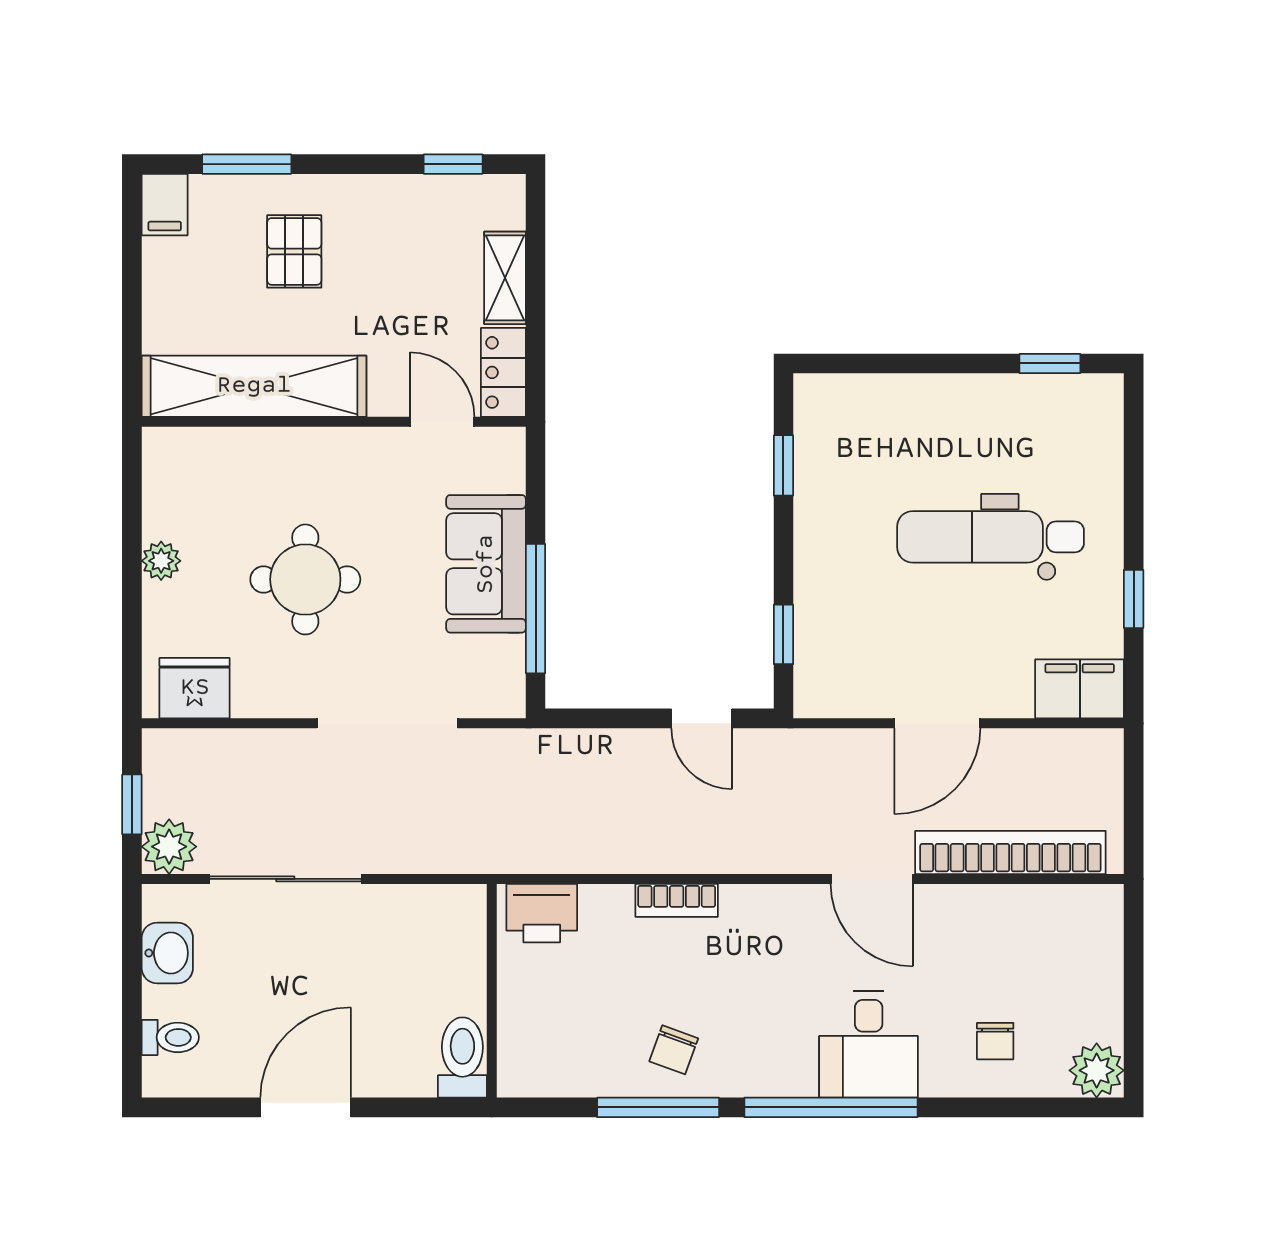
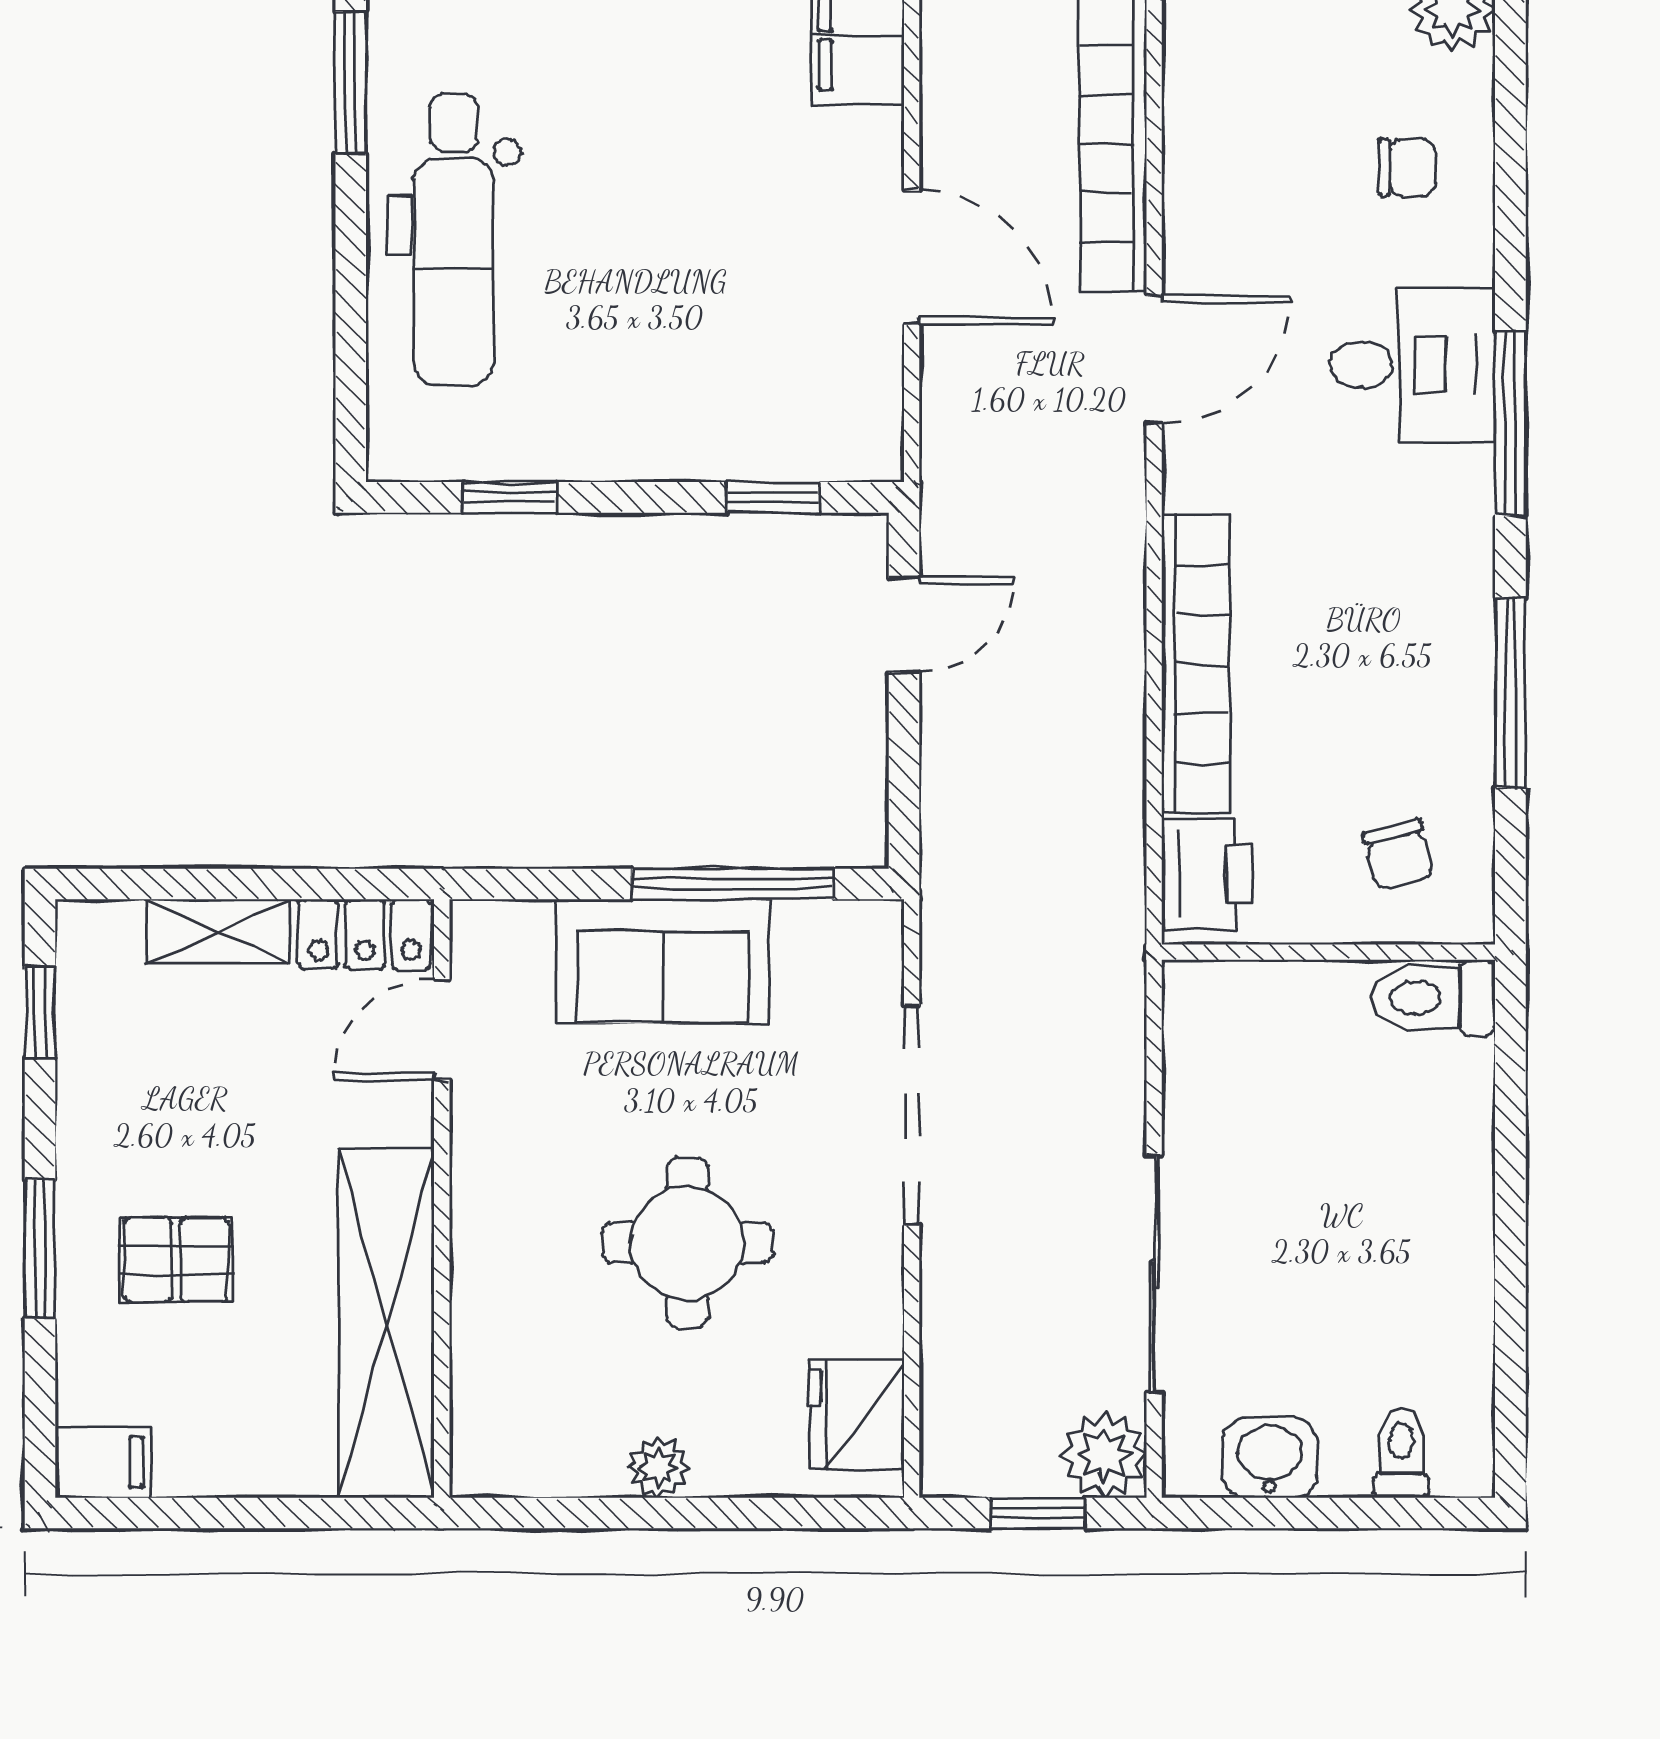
window: (247, 164) -> (40, 1249), moved
window: (1050, 363) -> (351, 82), width x1.50
dental chair: (991, 537) -> (454, 240), moved
bookcase: (677, 900) -> (1196, 664), width x2.31, depth x1.31
chair: (674, 1050) -> (1398, 855), moved, turned 56
door: (306, 1107) -> (1510, 1242), removed
window: (831, 1107) -> (1510, 423), width x0.68

